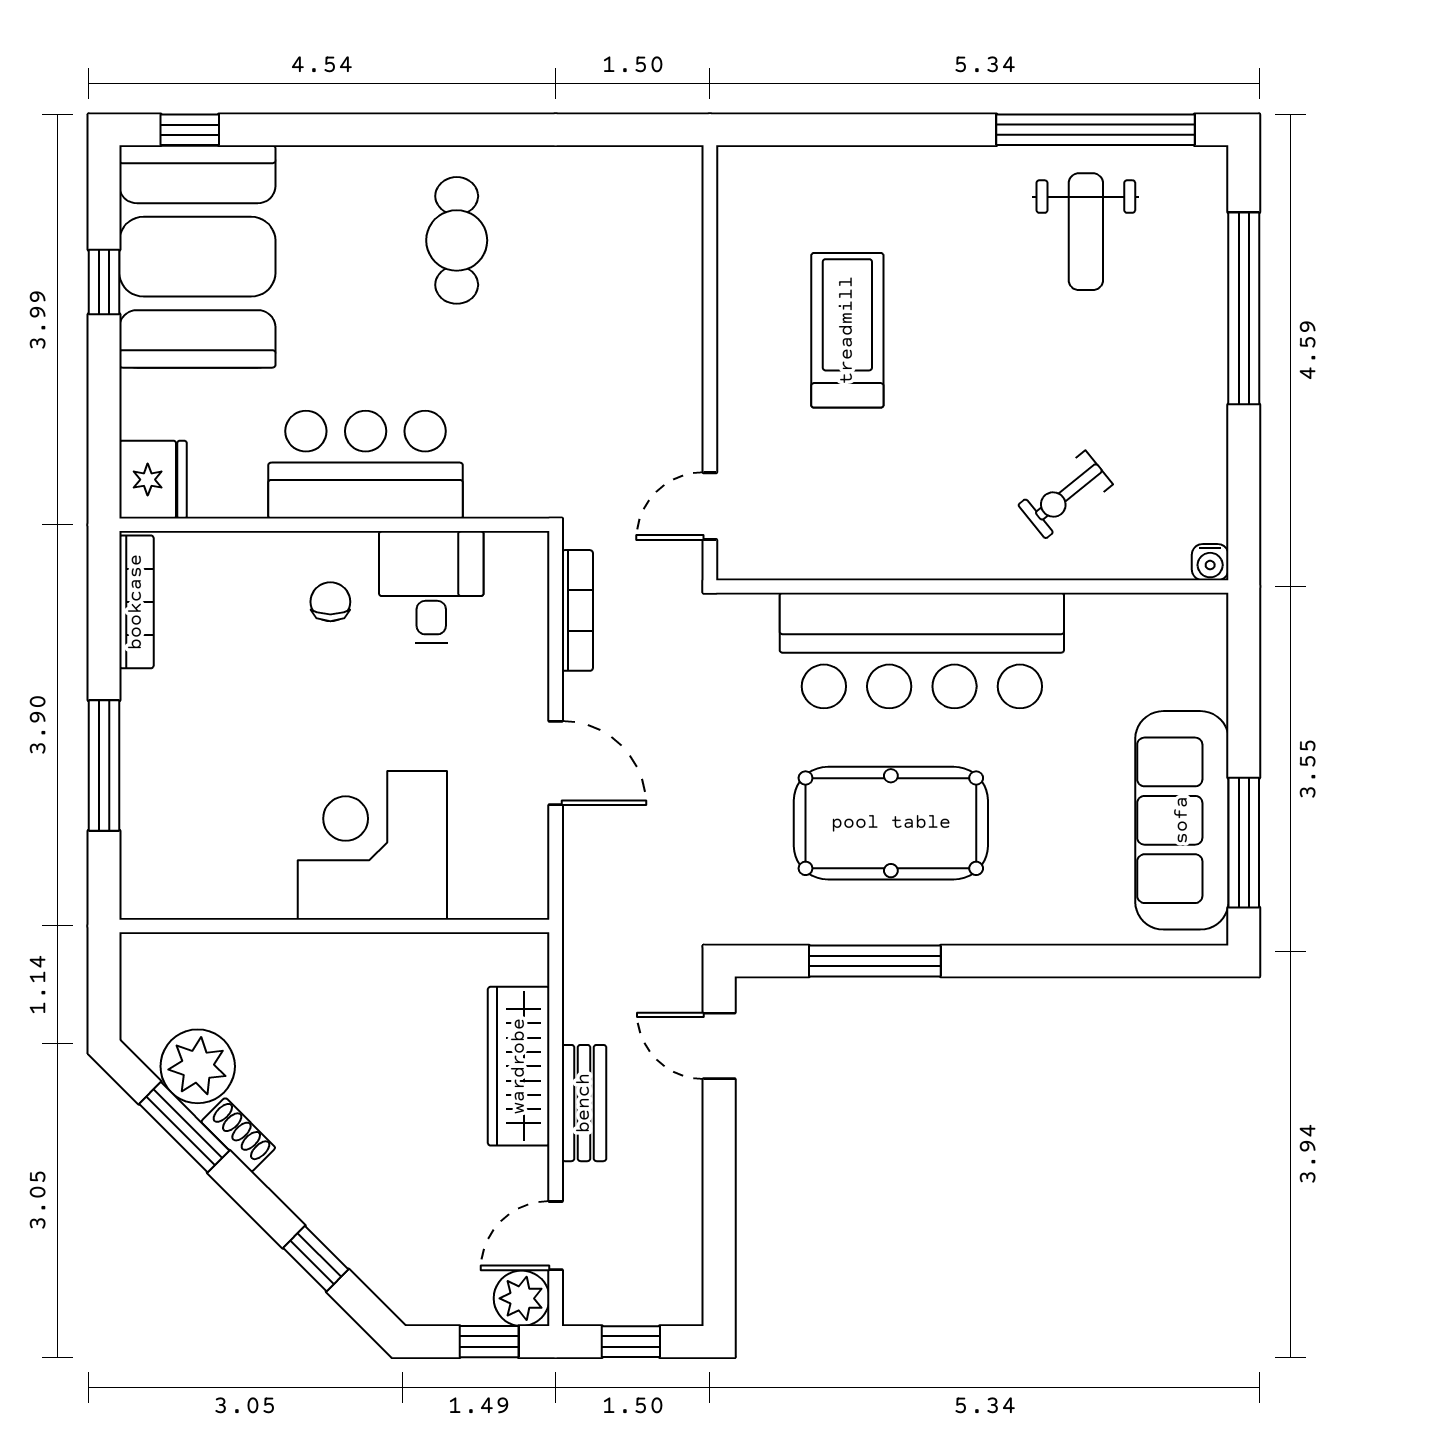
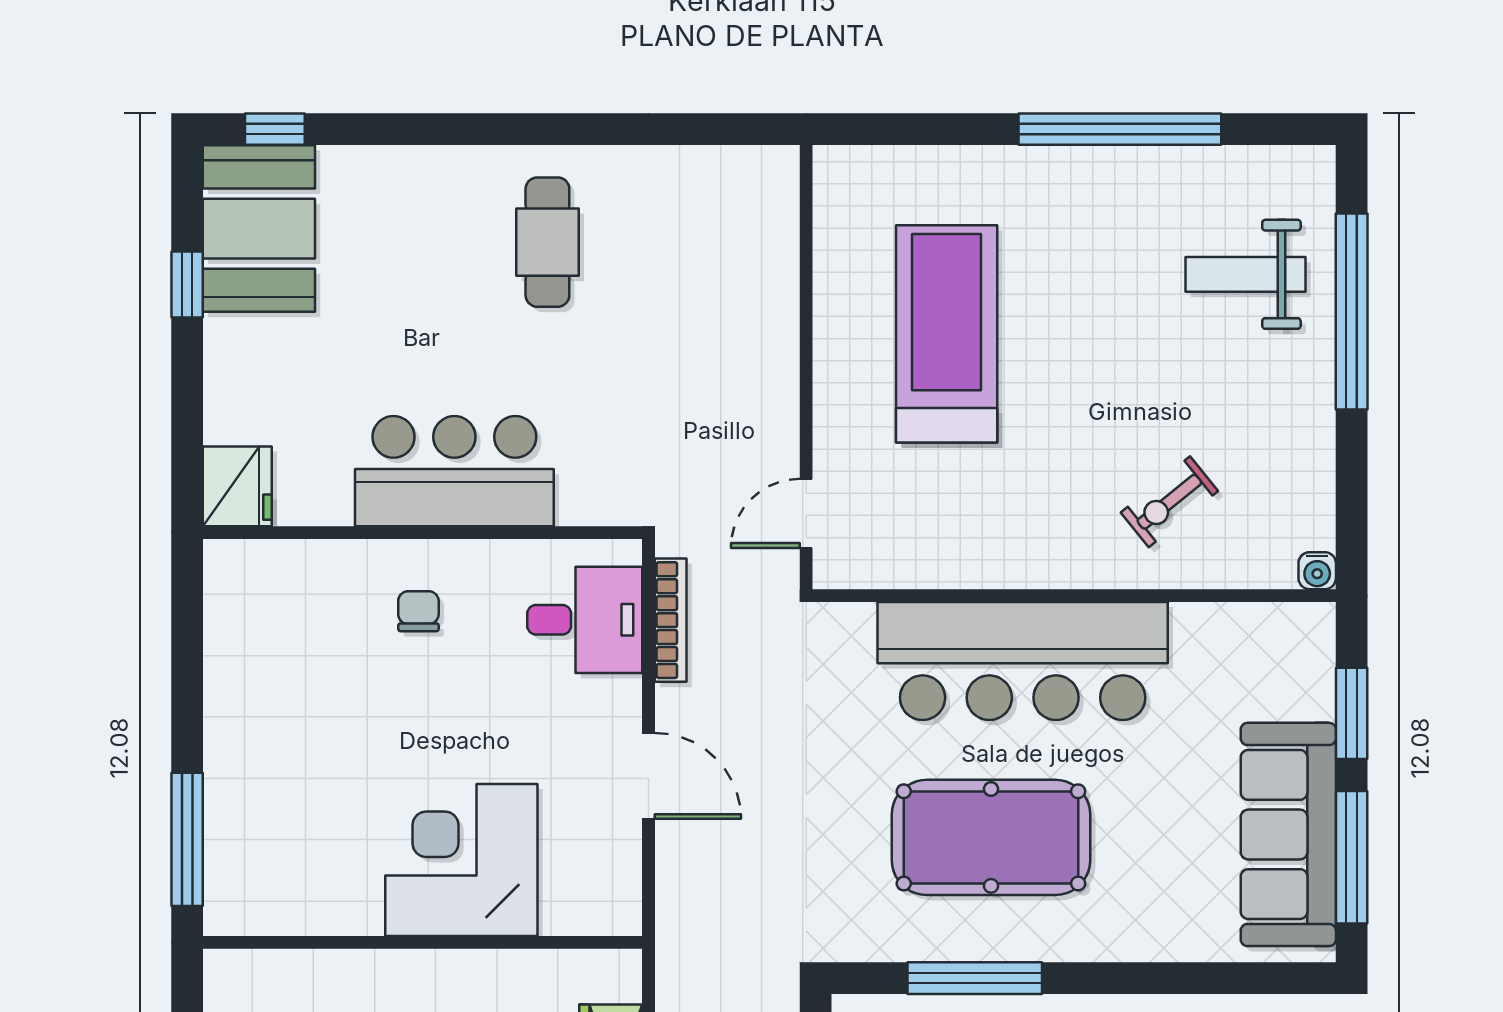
window: (1095, 130) -> (1120, 129), moved
weight bench: (1086, 232) -> (1246, 274), moved, turned 90
booth: (197, 257) -> (259, 229), width x0.73, depth x0.70
treadmill: (847, 330) -> (947, 334), width x1.37, depth x1.38
desk: (431, 587) -> (585, 620), moved, turned 90
bookcase: (136, 602) -> (220, 611), removed
window: (1244, 702) -> (1352, 713), added
window: (104, 766) -> (187, 839), moved

